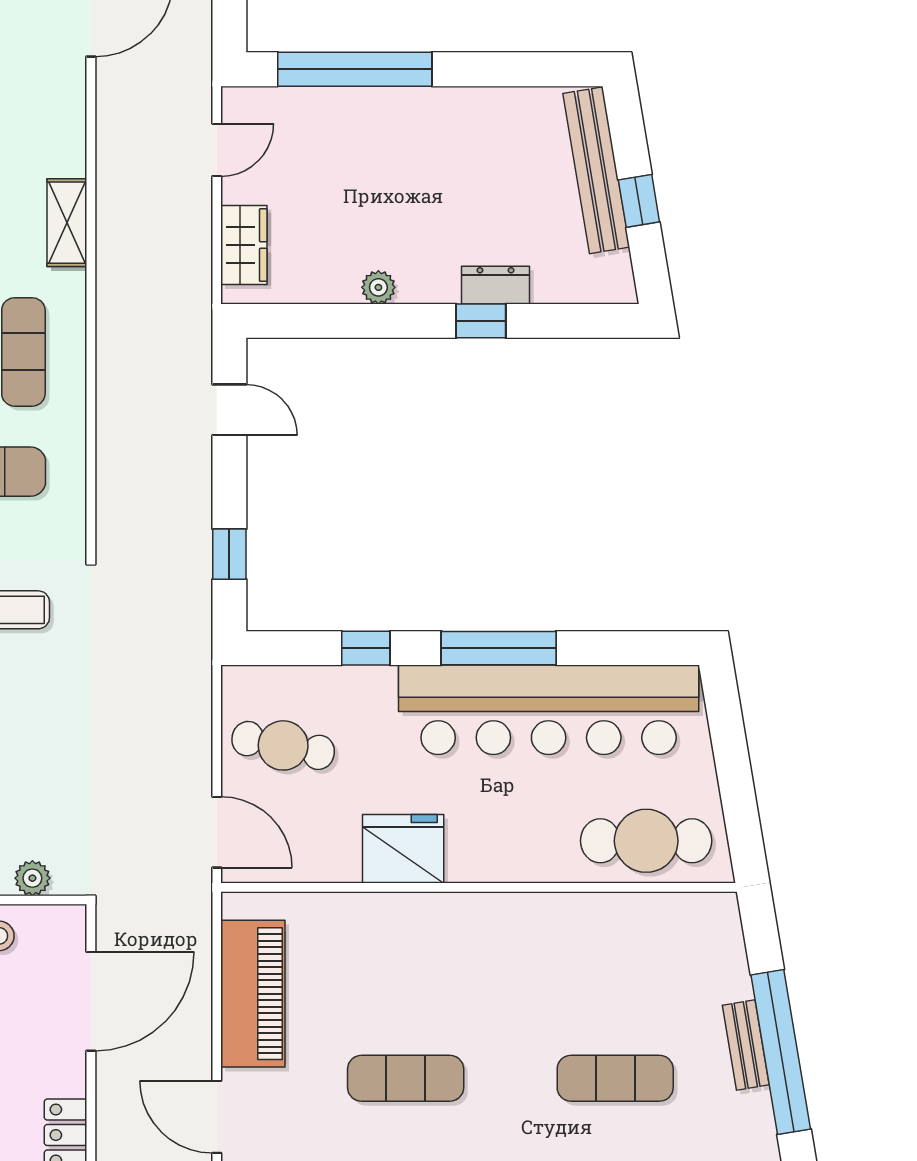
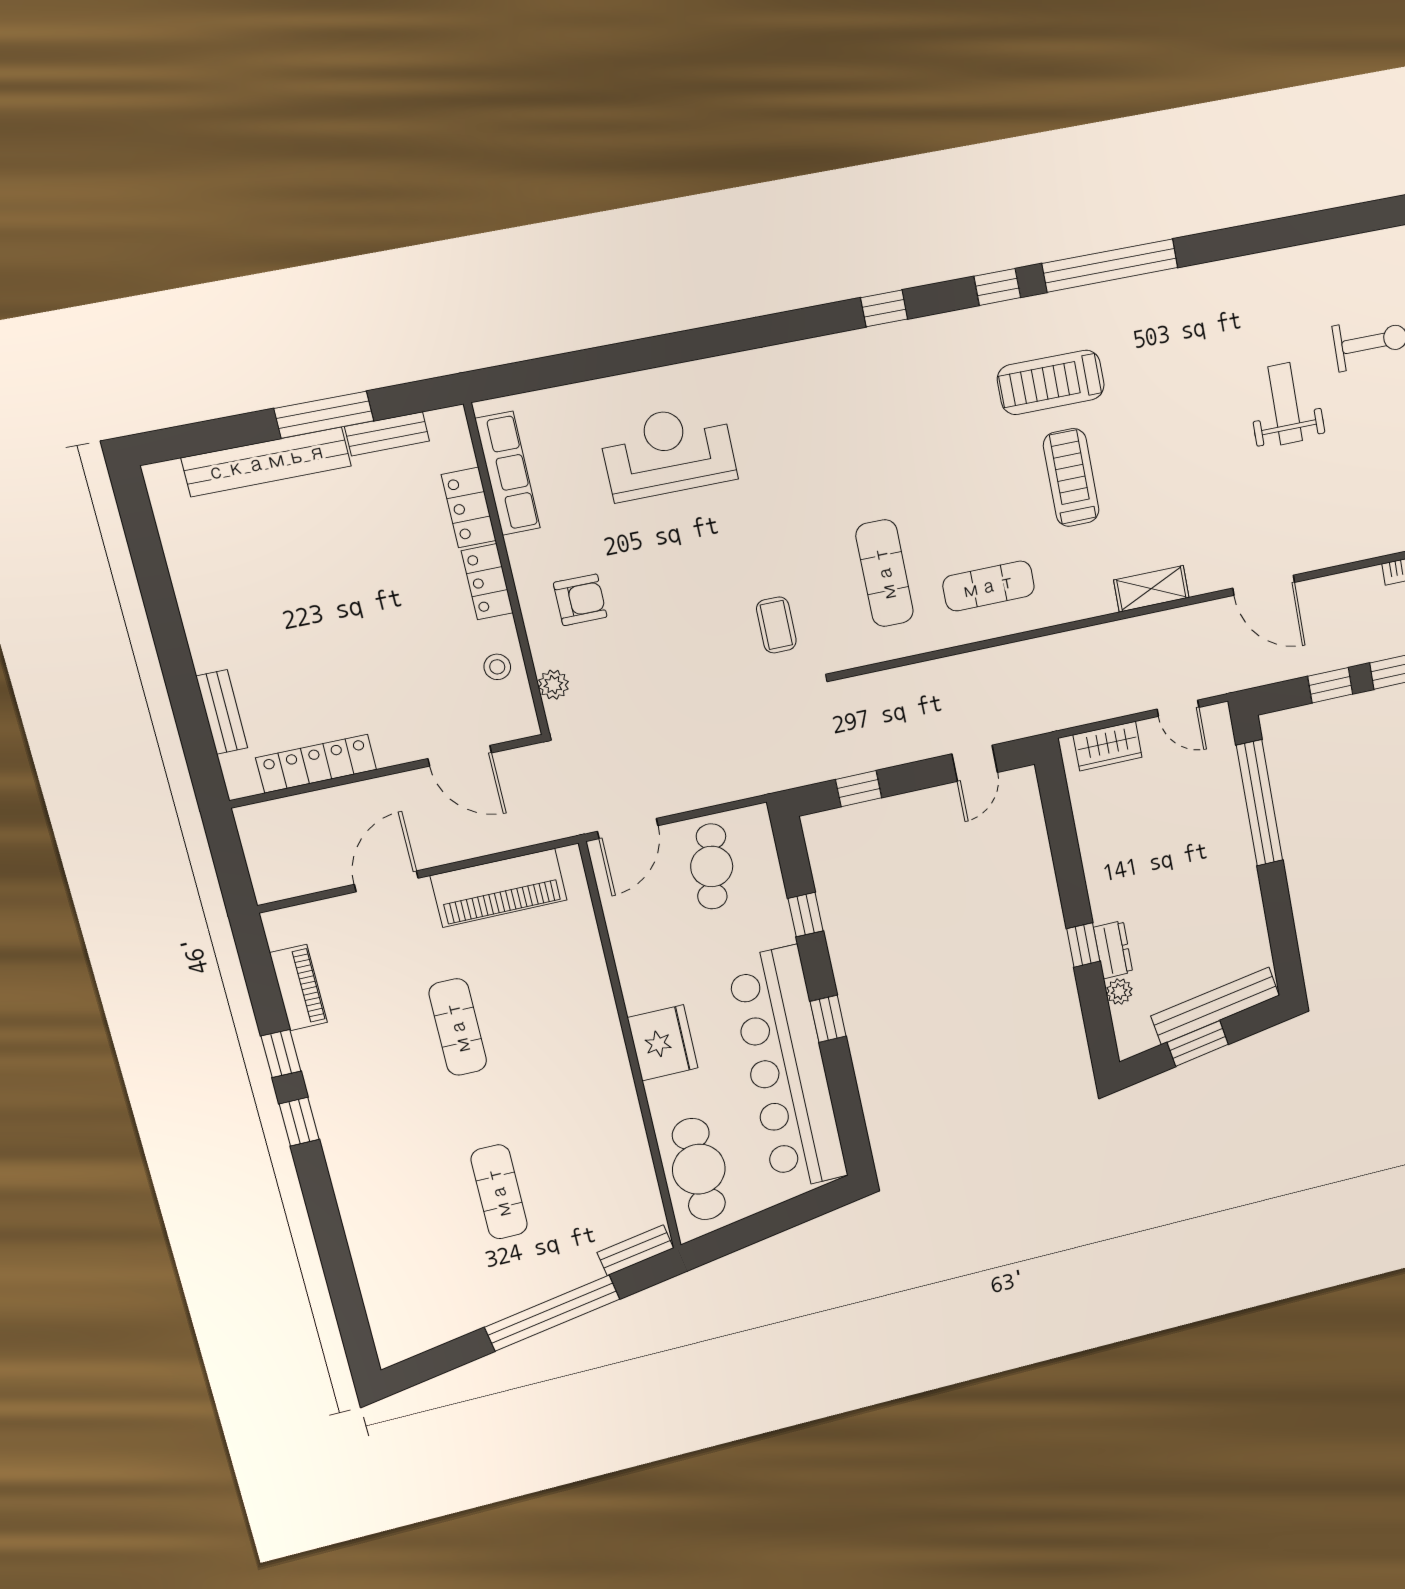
window: (639, 201) -> (1198, 1043), width x1.50
shelving: (67, 223) -> (1151, 589), moved
plant: (378, 287) -> (1119, 991), moved
window: (499, 648) -> (828, 1019), width x0.46
fridge: (403, 849) -> (663, 1043), moved
door: (91, 1001) -> (460, 756), width x0.73
bench: (746, 1045) -> (635, 1250), moved

